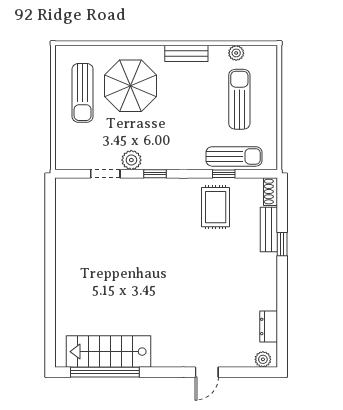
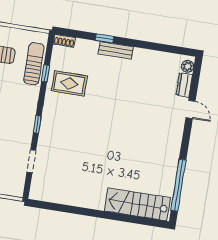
plant: (131, 160) -> (24, 140), removed
bench: (269, 229) -> (116, 50), moved
dresser: (269, 326) -> (184, 85), moved, turned 90
stairs: (108, 352) -> (137, 204), moved, turned 90

